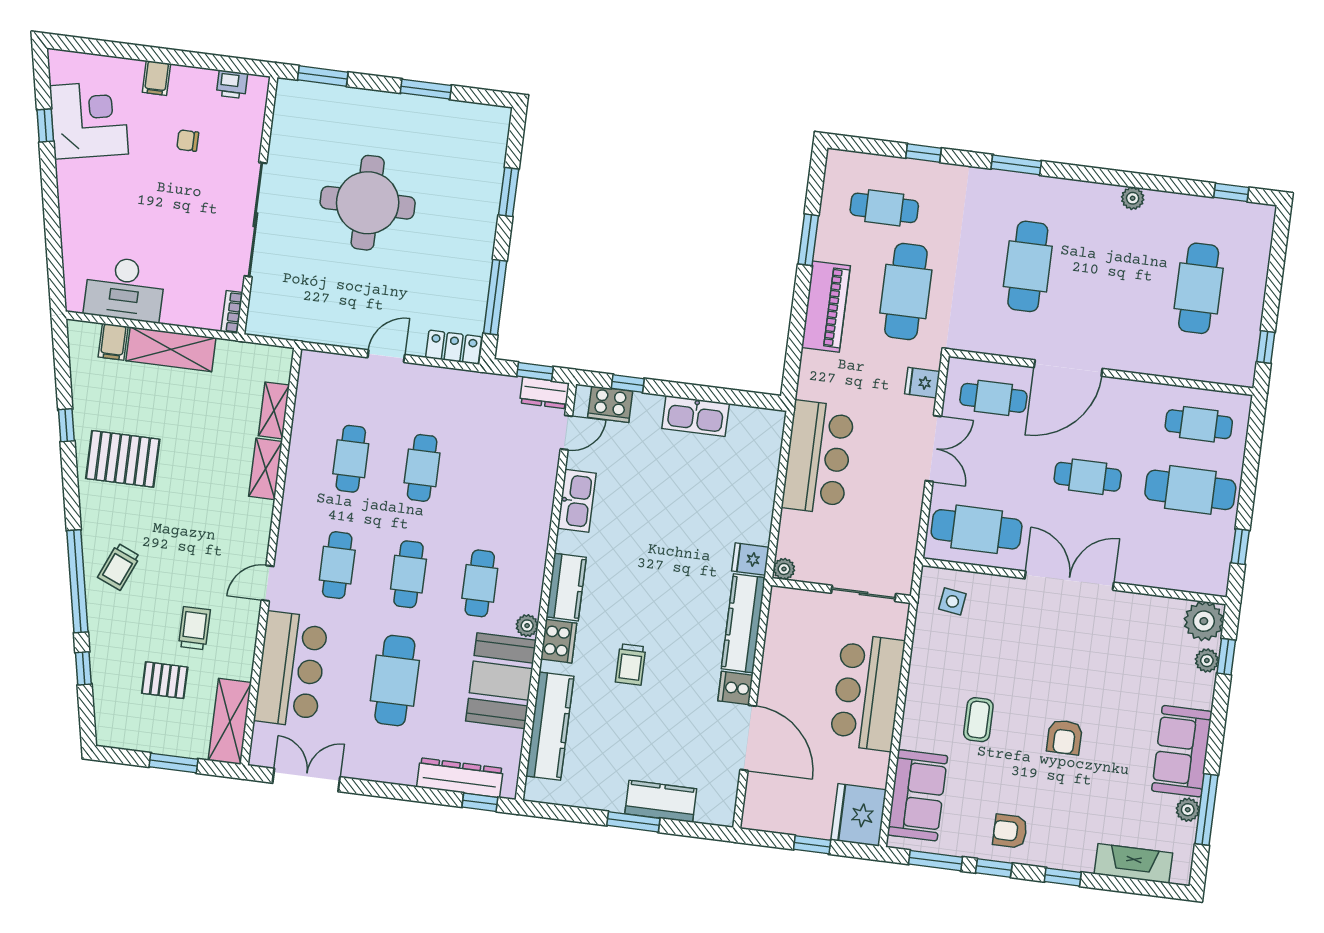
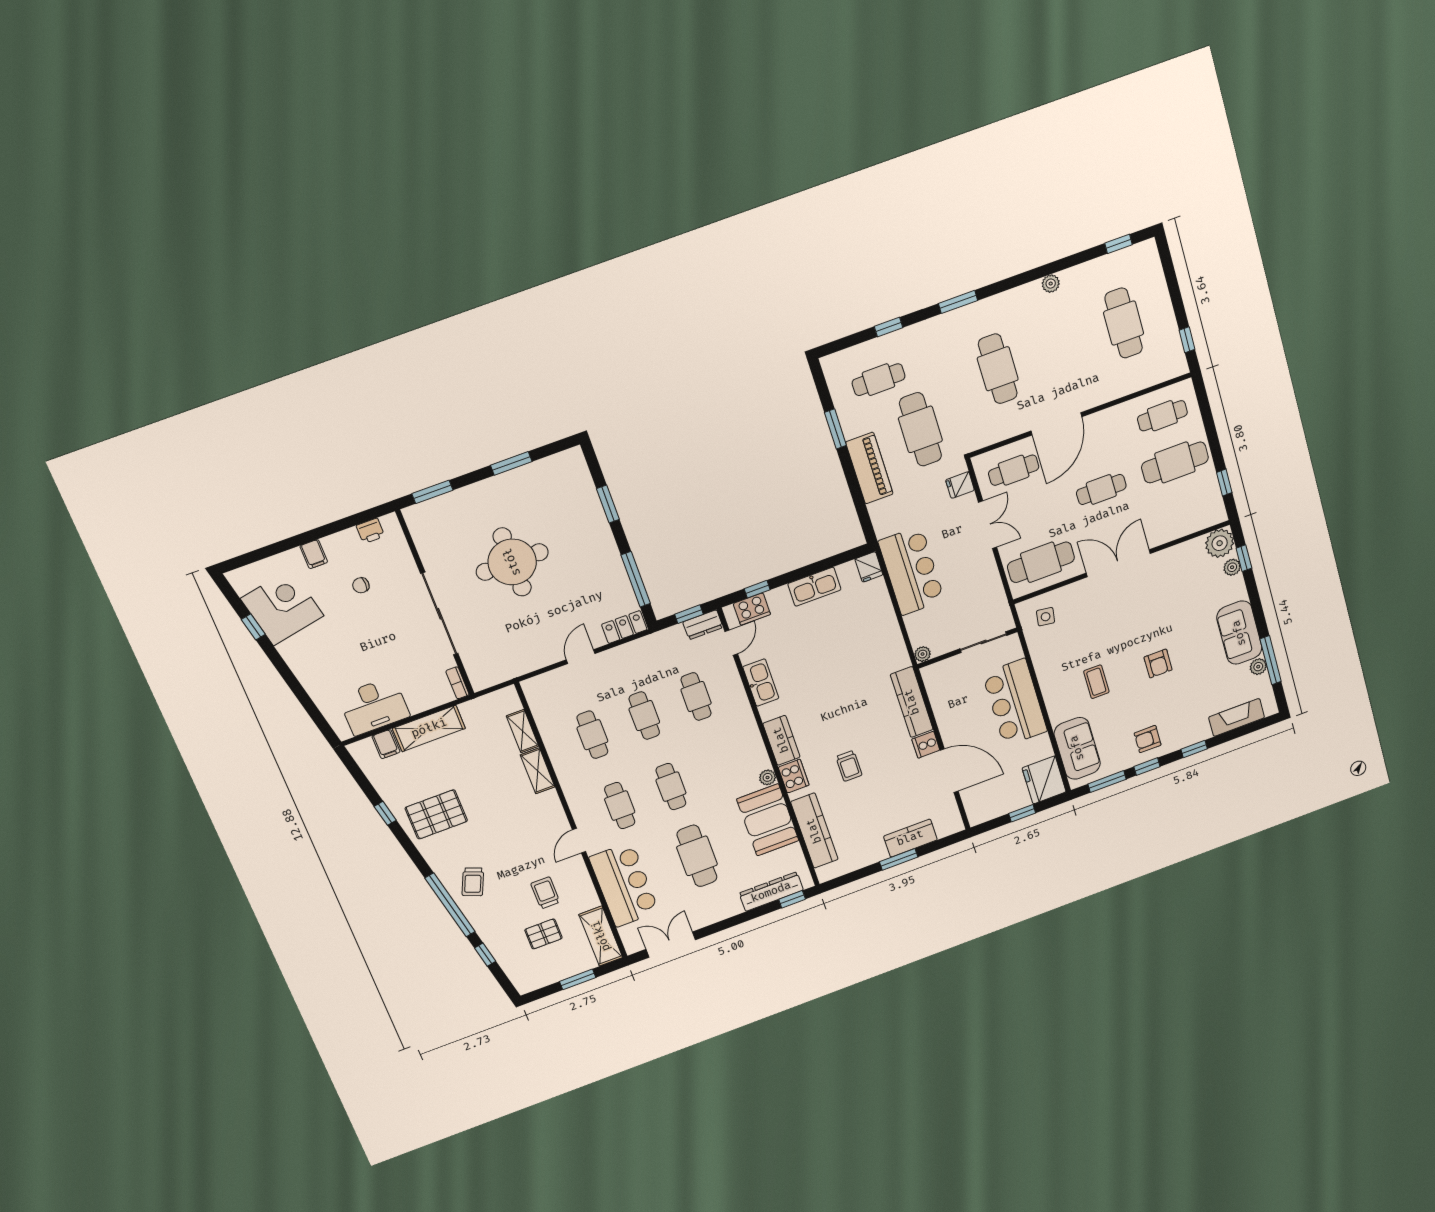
fridge: (750, 559) -> (869, 567), moved, turned -90
cafe table: (480, 583) -> (696, 697), moved

